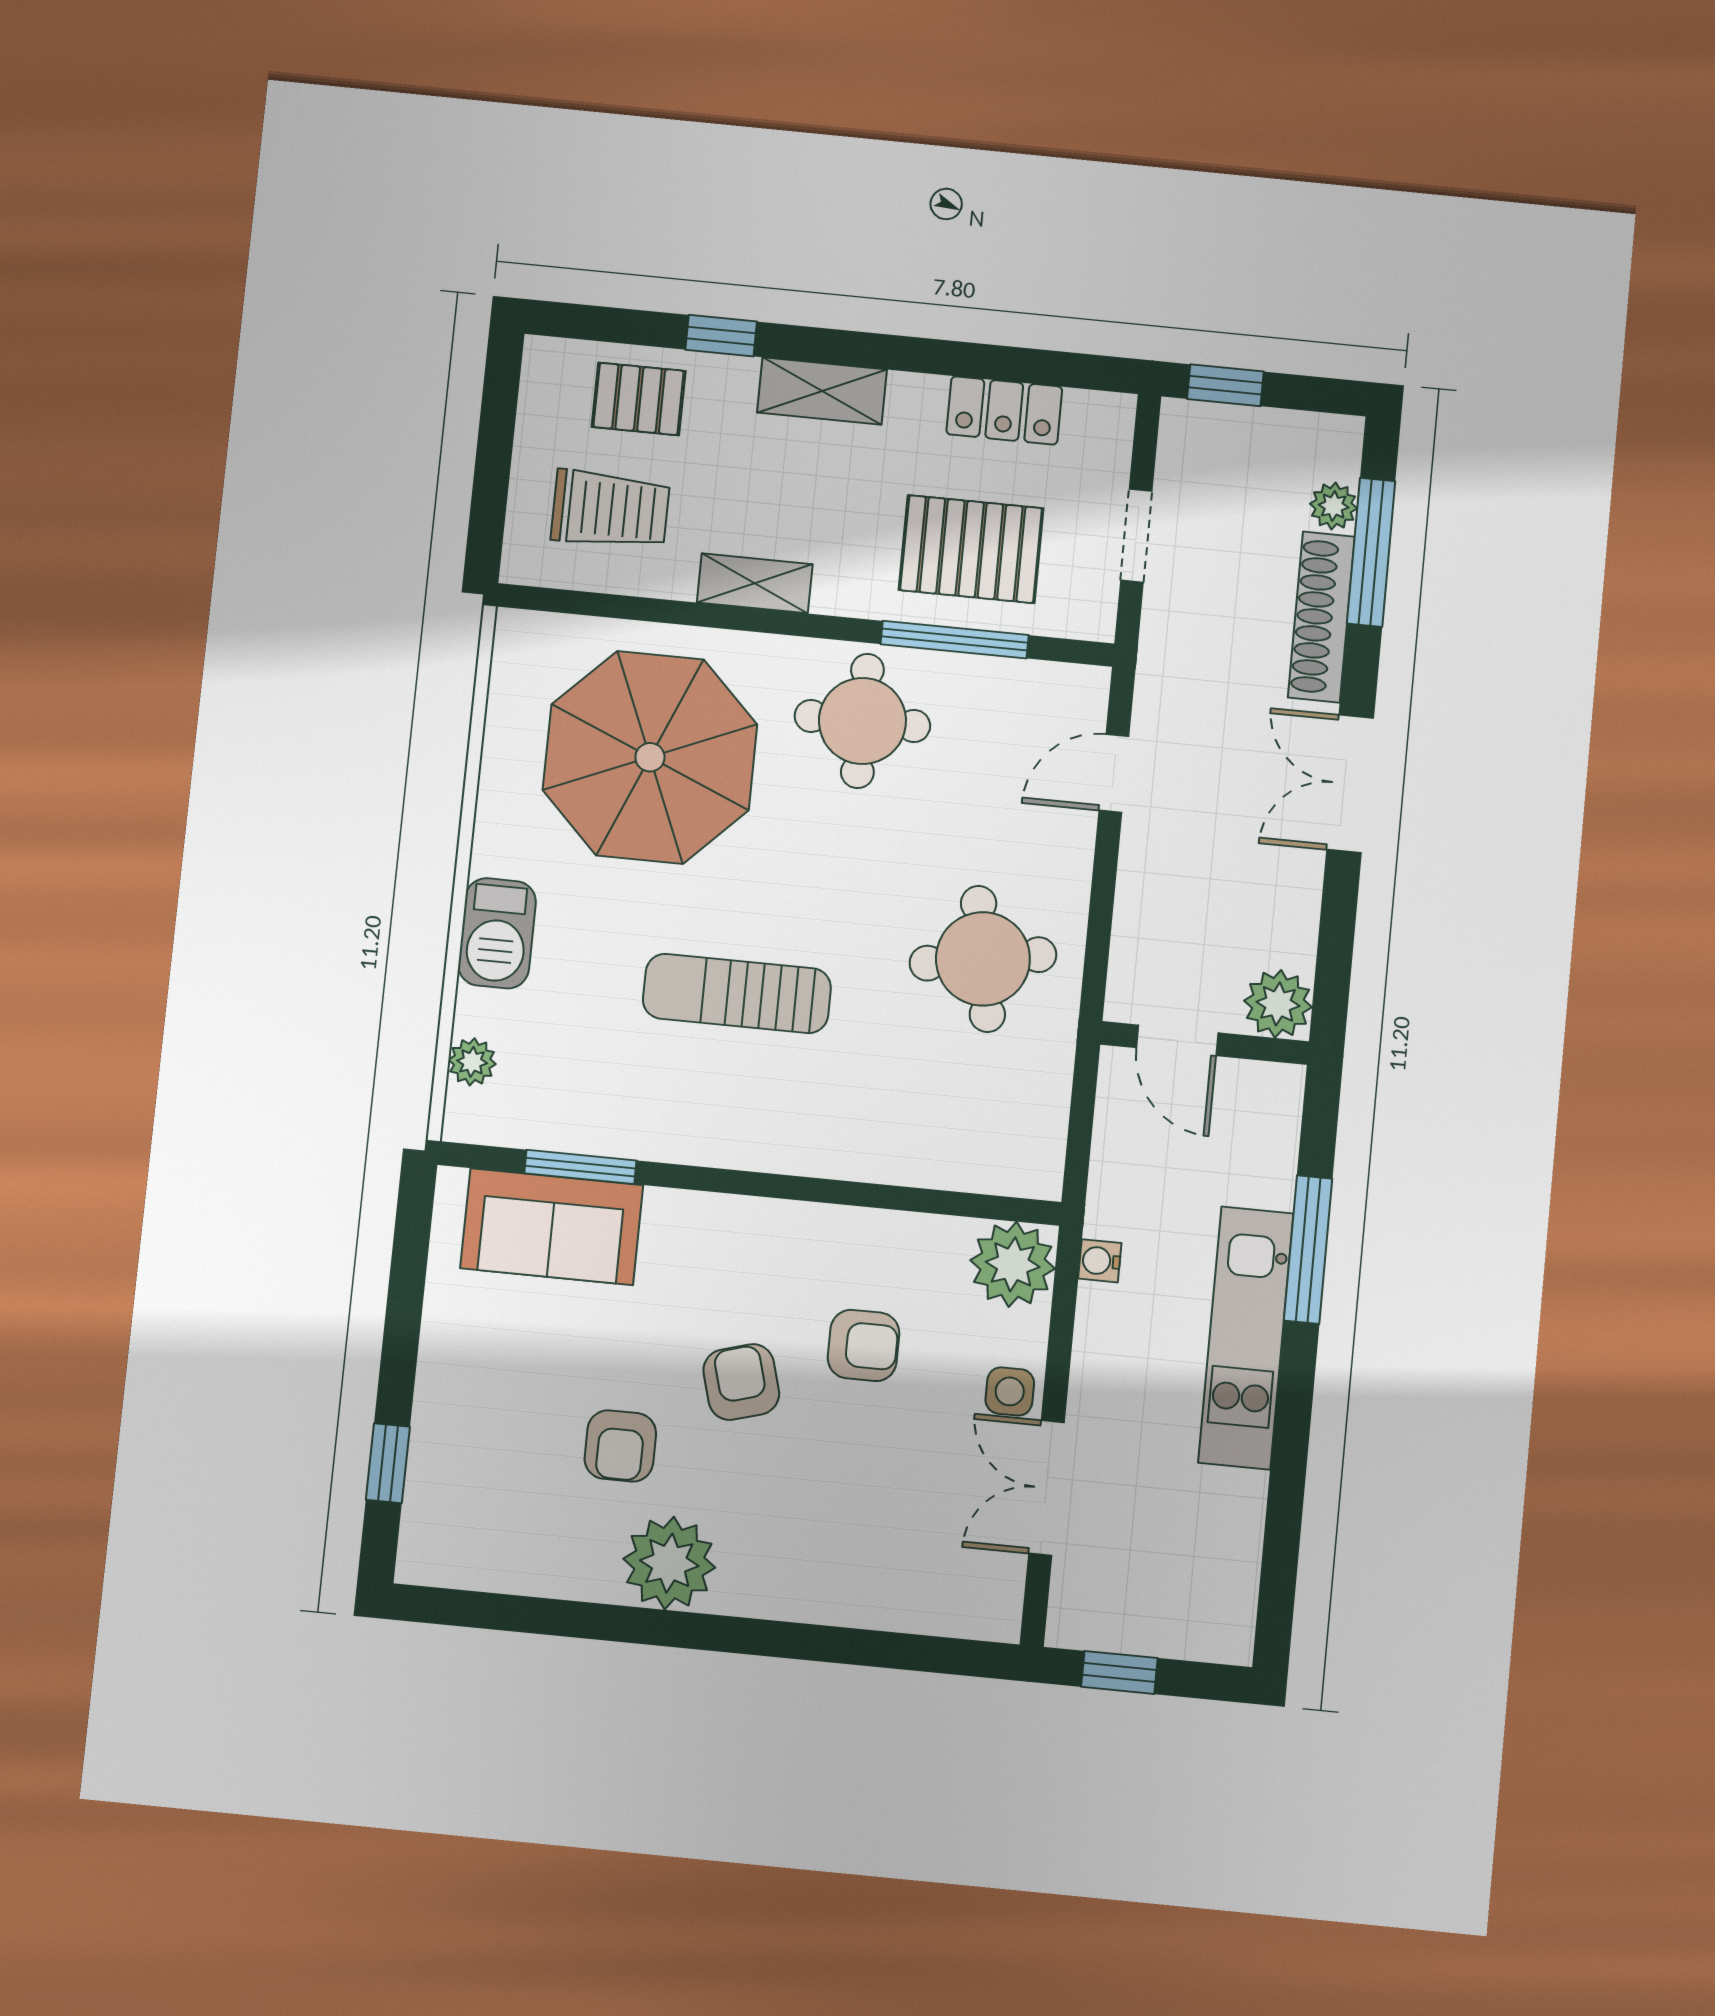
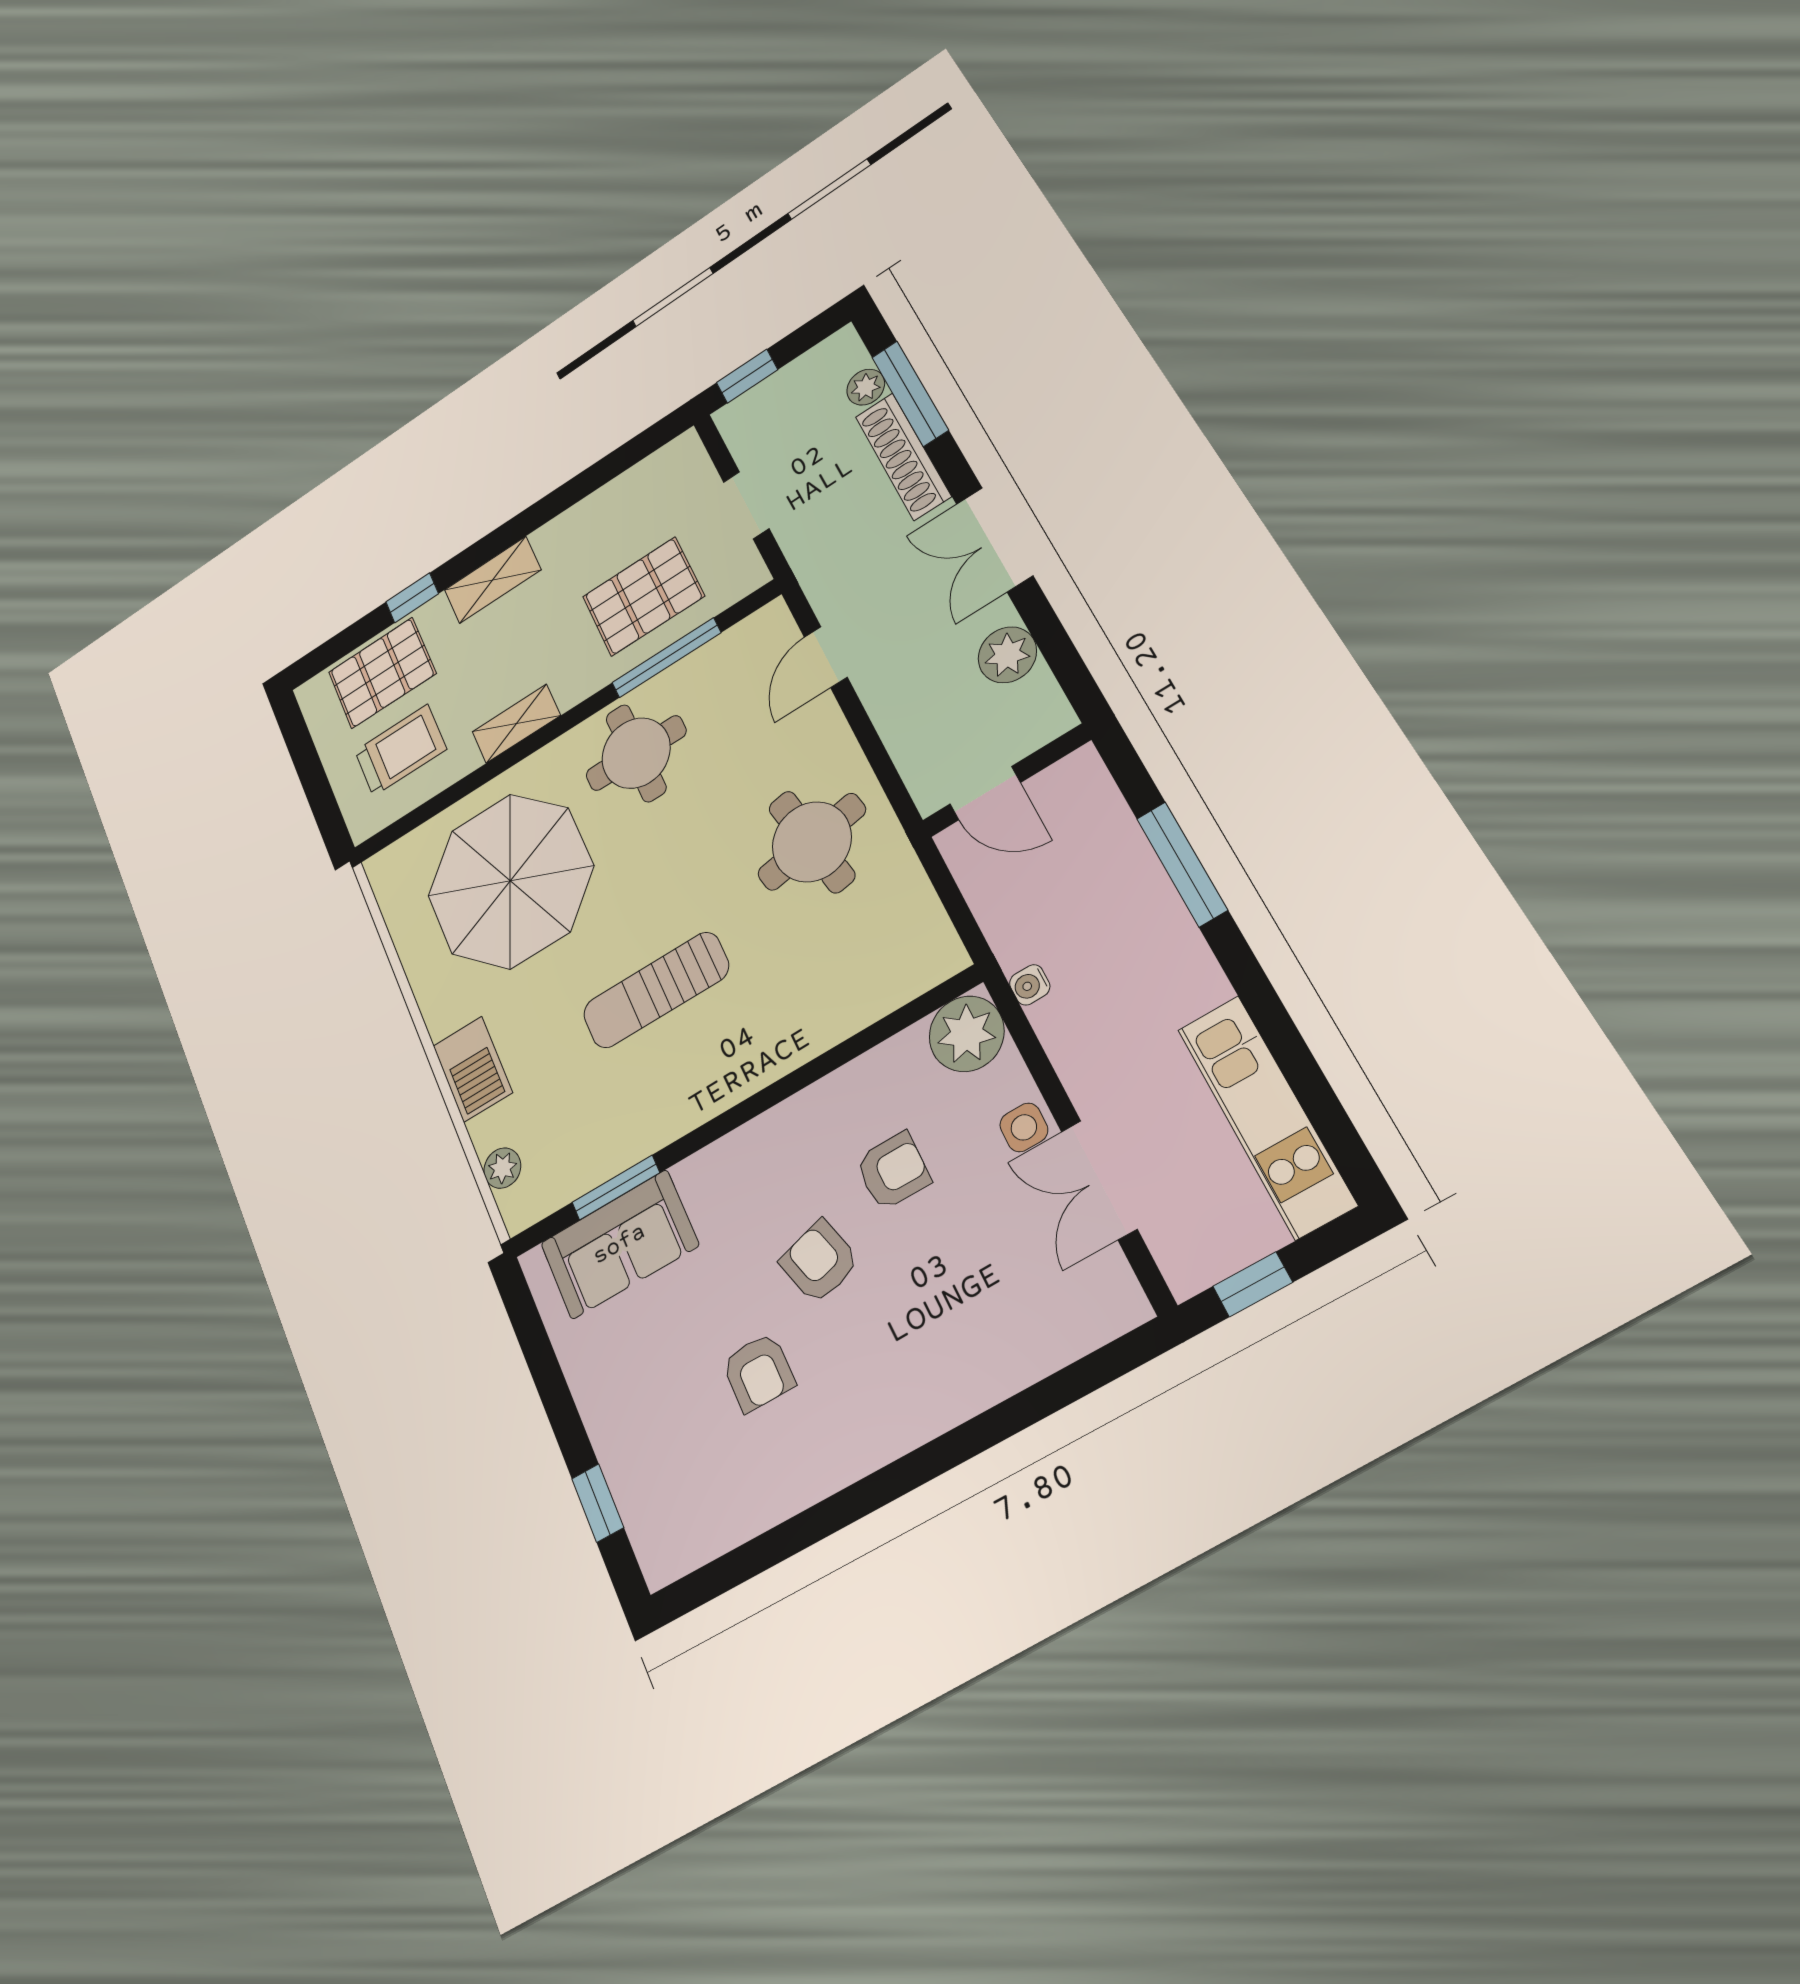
pallet: (639, 399) -> (382, 673), width x1.50, depth x1.42
locker: (1004, 410) -> (614, 501), removed
plant: (1278, 1004) -> (1007, 655), moved
kitchen unit: (1246, 1338) -> (1266, 1116), moved
plant: (669, 1563) -> (846, 1438), removed

